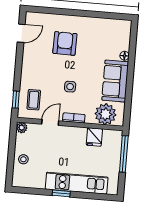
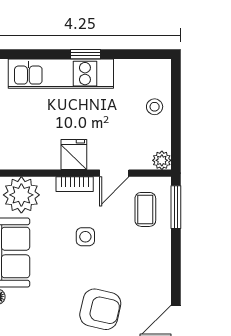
armchair: (65, 43) -> (100, 309), turned -78
window: (16, 100) -> (176, 207), width x1.50
fridge: (94, 137) -> (74, 155), moved

